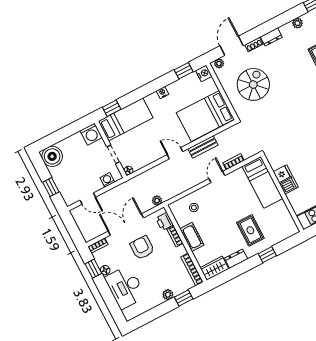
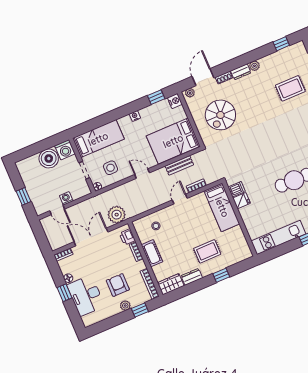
plant: (297, 23) -> (254, 66), moved
spiral stairs: (253, 84) -> (220, 115), turned 180
window: (112, 108) -> (86, 127), removed
bench: (203, 147) -> (179, 165), moved
side table: (141, 149) -> (111, 168), added
boiler: (52, 156) -> (49, 158), moved
washing machine: (107, 180) -> (66, 198), moved
dishwasher: (289, 186) -> (237, 189), moved
plant: (157, 201) -> (117, 215), width x1.88, depth x1.88
rug: (250, 230) -> (207, 251), turned 90
armchair: (142, 248) -> (118, 285), moved
window: (93, 269) -> (65, 293), moved

